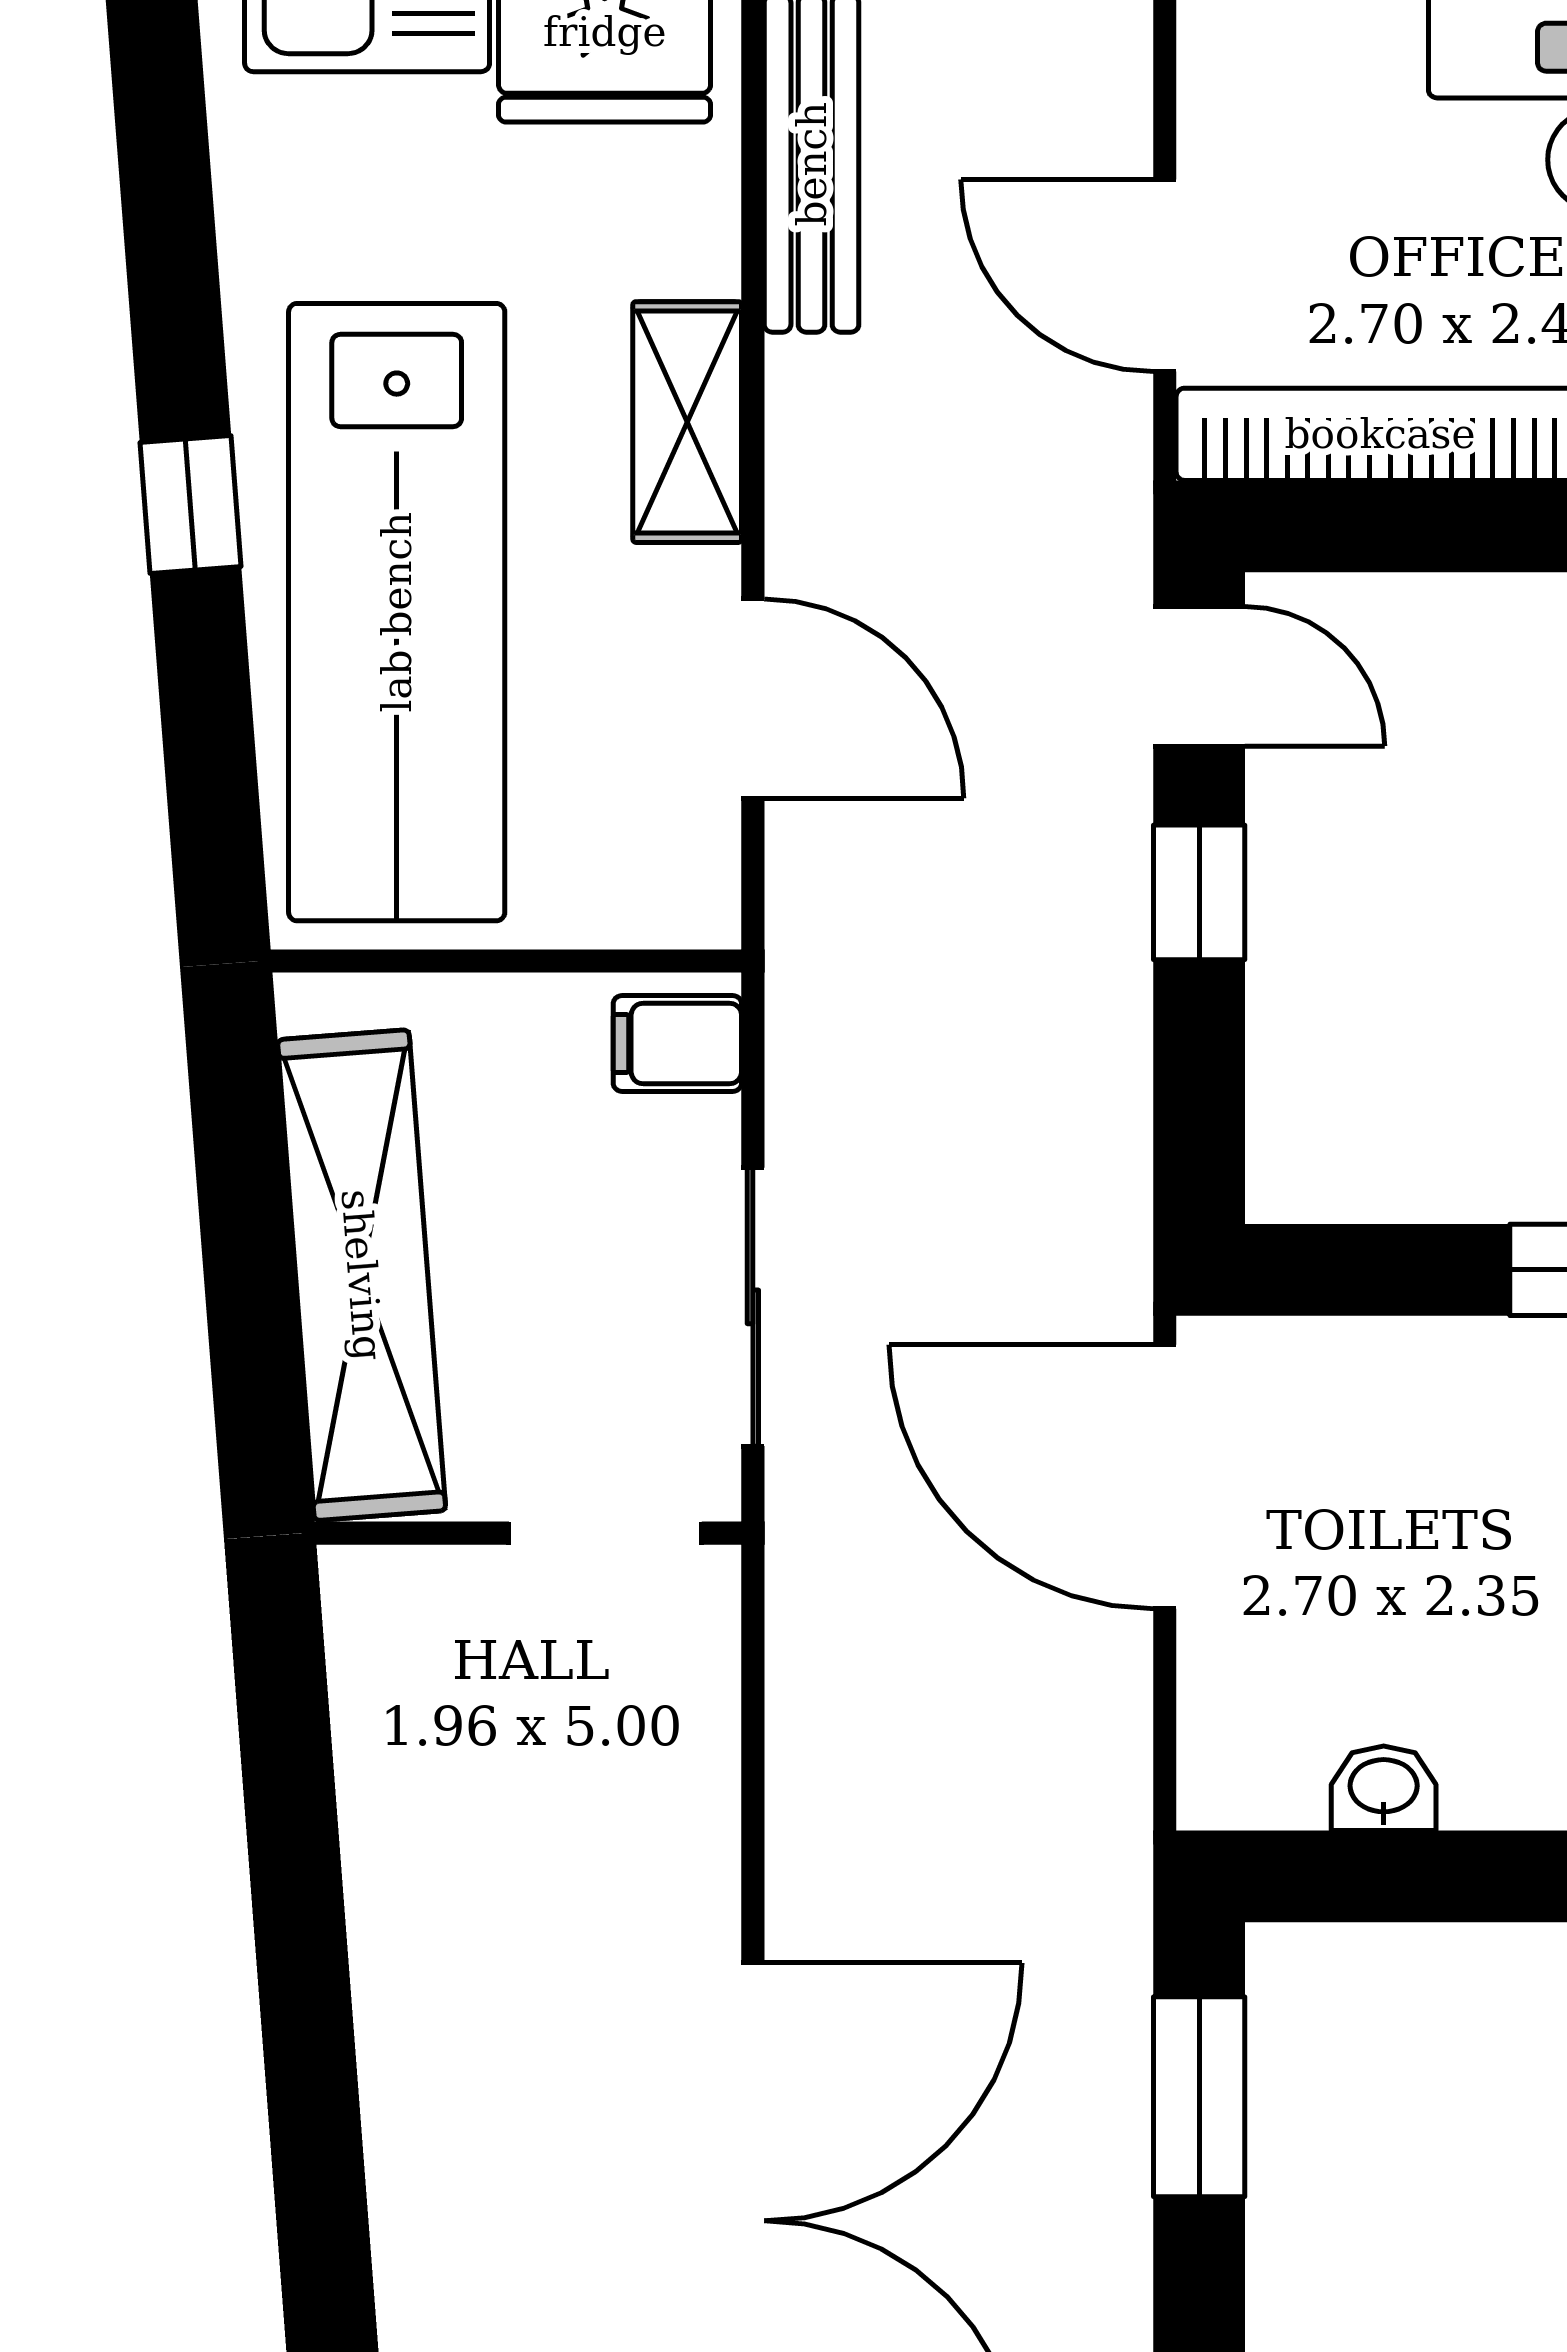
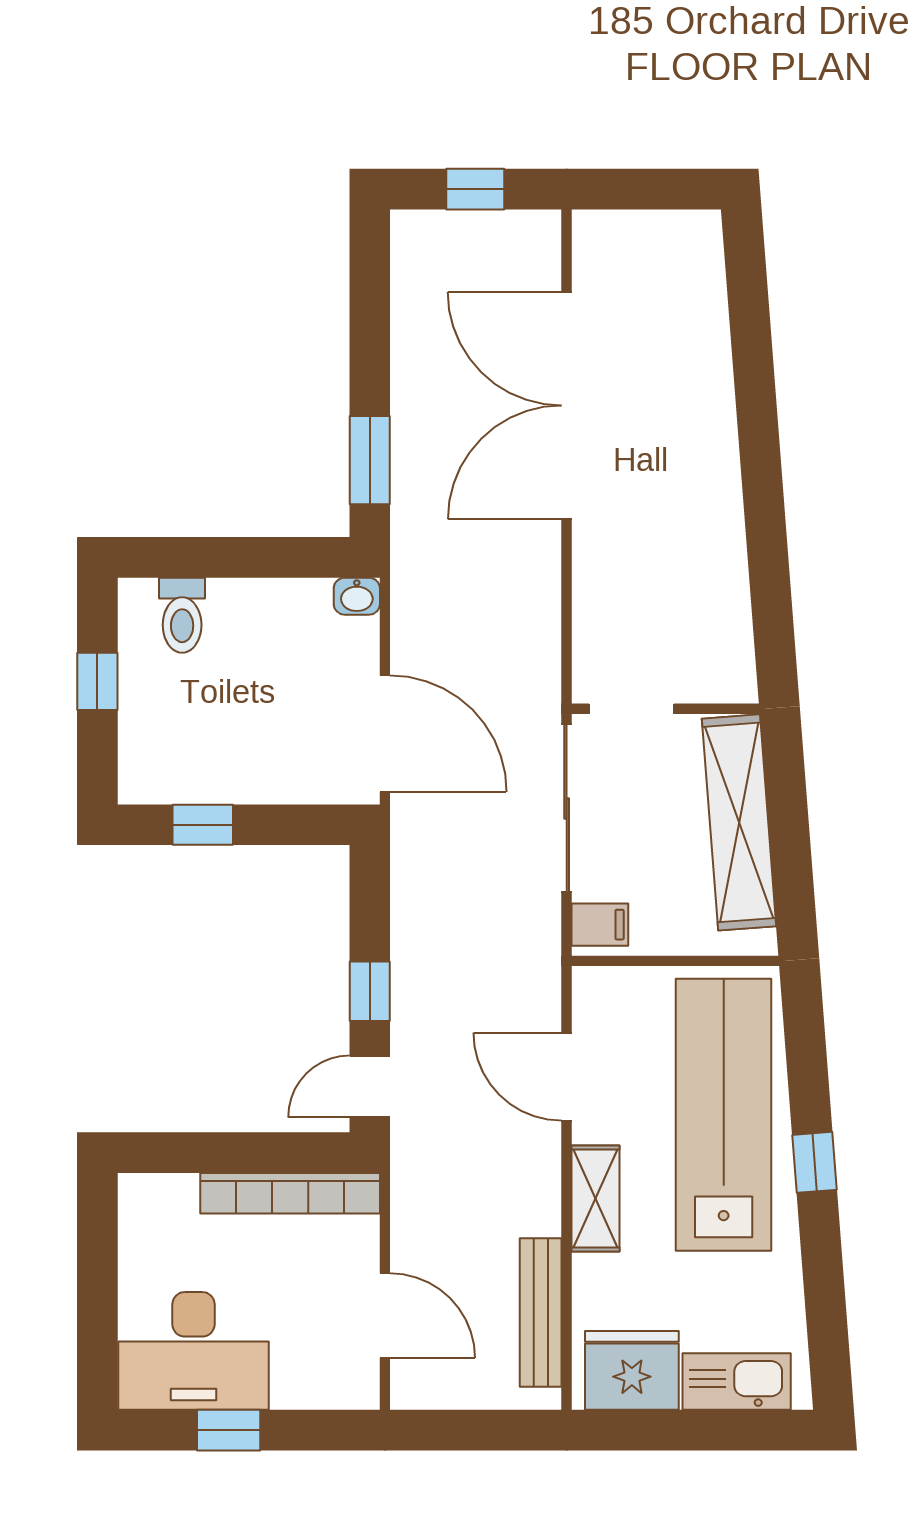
door: (1165, 276) -> (385, 1316), moved
door: (1199, 676) -> (370, 1086), hinge flipped
sliding door: (753, 1307) -> (567, 808), width x1.37
washbasin: (1384, 1788) -> (357, 596), moved

